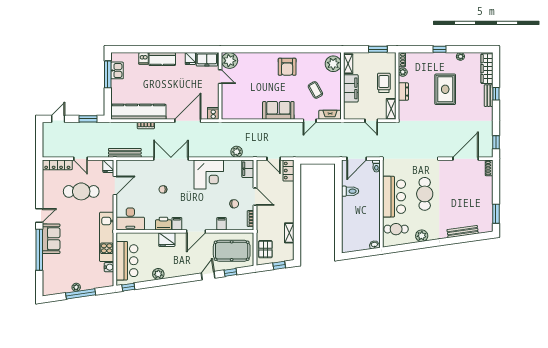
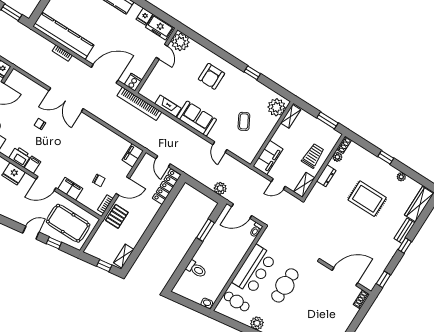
window: (298, 49) -> (252, 73), added
armchair: (287, 67) -> (212, 76), moved
filing cabinet: (351, 88) -> (268, 158), moved
rug: (445, 89) -> (367, 199), turned 90
window: (496, 94) -> (405, 246), moved
fireplace: (330, 115) -> (168, 106), moved
door: (310, 121) -> (220, 147), hinge flipped
door: (371, 121) -> (278, 184), hinge flipped
bookcase: (228, 127) -> (139, 104), added
plant: (237, 152) -> (220, 188), moved
bench: (125, 153) -> (26, 66), removed
double door: (171, 159) -> (66, 100), swing flipped
locker: (288, 171) -> (167, 187), width x1.53
corner desk: (209, 175) -> (92, 137), removed
window: (338, 190) -> (205, 230), added
toilet: (350, 191) -> (196, 269), moved
door: (255, 197) -> (123, 186), hinge flipped
filing cabinet: (222, 224) -> (70, 189), width x2.00
shelving: (289, 233) -> (124, 256), moved
pallet: (265, 249) -> (117, 216), moved

